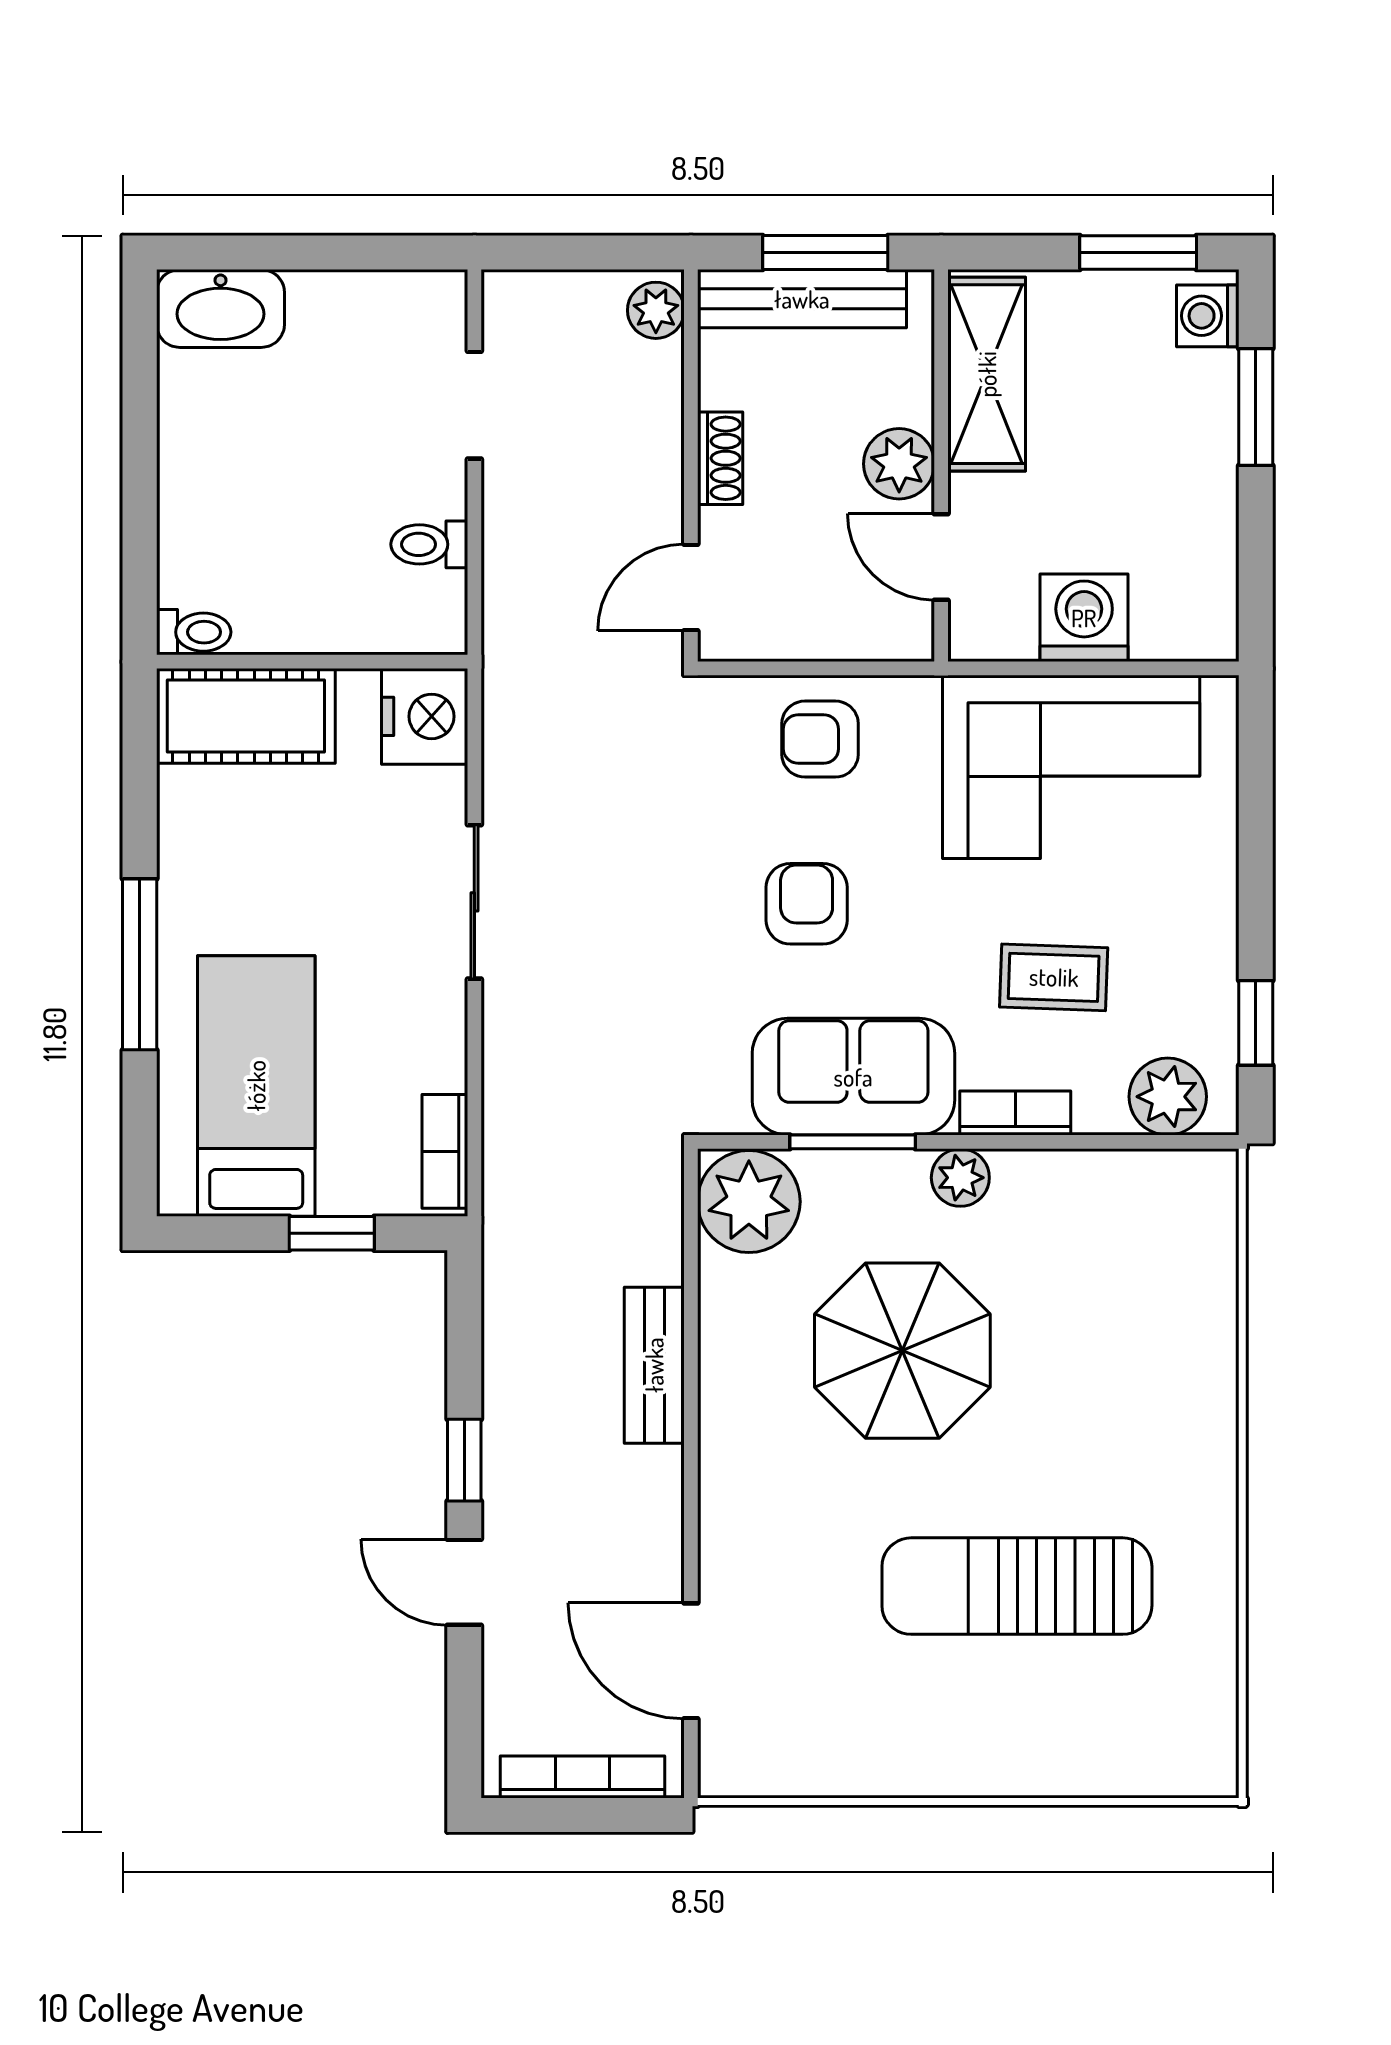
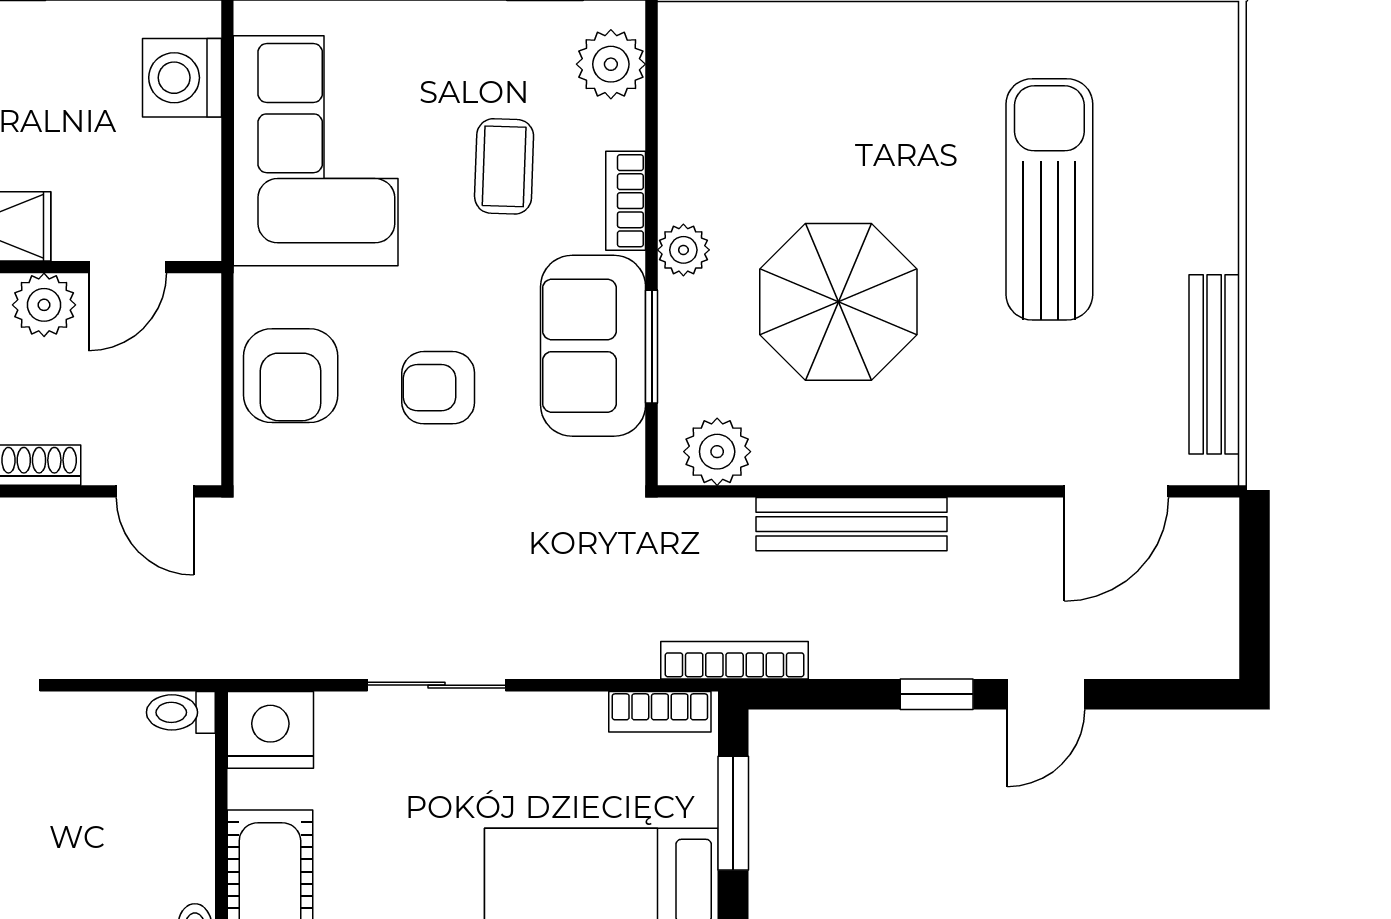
toilet: (429, 544) -> (181, 712), moved, turned 90
washing machine: (1084, 618) -> (182, 78), moved
armchair: (820, 739) -> (291, 376), width x1.38, depth x1.38
plant: (749, 1202) -> (717, 452), width x0.73, depth x0.73
window: (332, 1233) -> (733, 813), width x1.50
bench: (654, 1365) -> (851, 524), width x1.36
sun lounger: (1017, 1586) -> (1049, 199), turned 180
bench: (833, 1770) -> (1214, 364), added
bookcase: (583, 1777) -> (735, 660), moved, turned 90

